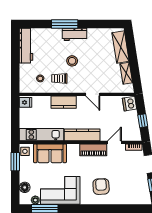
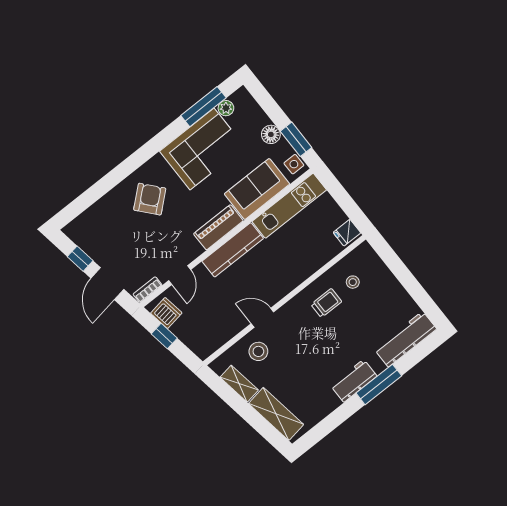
workbench: (26, 46) -> (405, 339), moved, turned 90
stool: (72, 61) -> (258, 351), moved
kitchen counter: (64, 102) -> (294, 275), removed
dishwasher: (130, 104) -> (166, 313), moved
piano: (93, 150) -> (218, 227), moved
floor lamp: (25, 187) -> (271, 134), moved
armchair: (101, 187) -> (150, 199), turned -128

